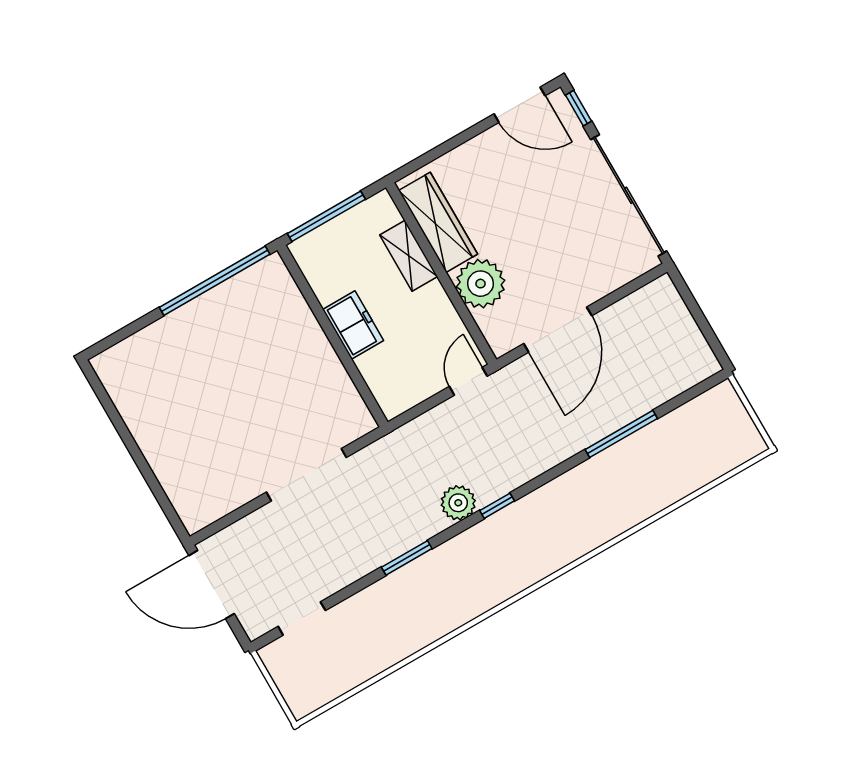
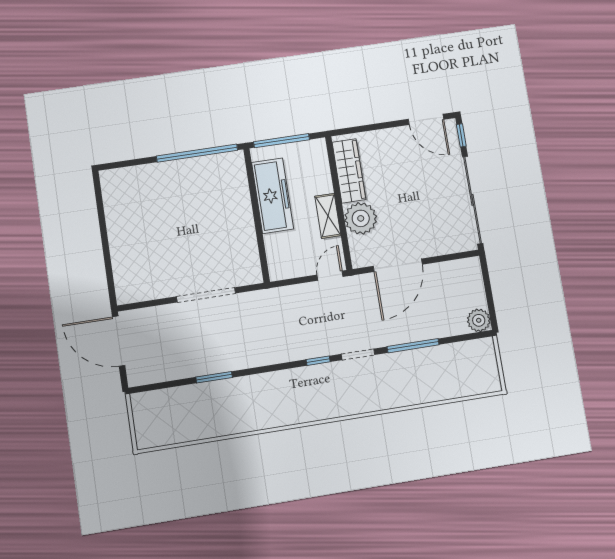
shelving: (409, 256) -> (328, 216), moved
freezer: (353, 325) -> (273, 196), width x1.91, depth x1.26
plant: (458, 503) -> (479, 320), moved
window: (407, 558) -> (214, 377), moved
doorway: (302, 618) -> (358, 354), moved

